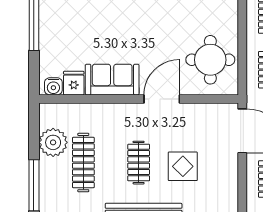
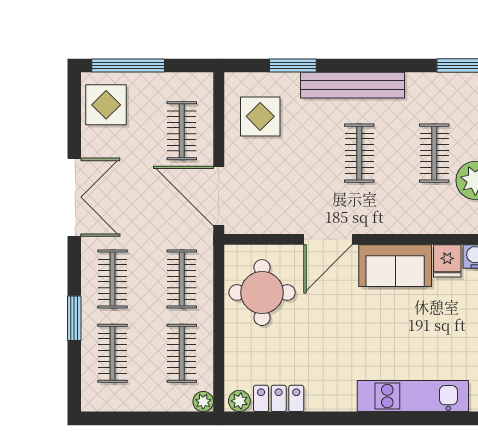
clothes rail: (83, 163) -> (434, 153), width x0.73
display table: (183, 166) -> (260, 116), moved

